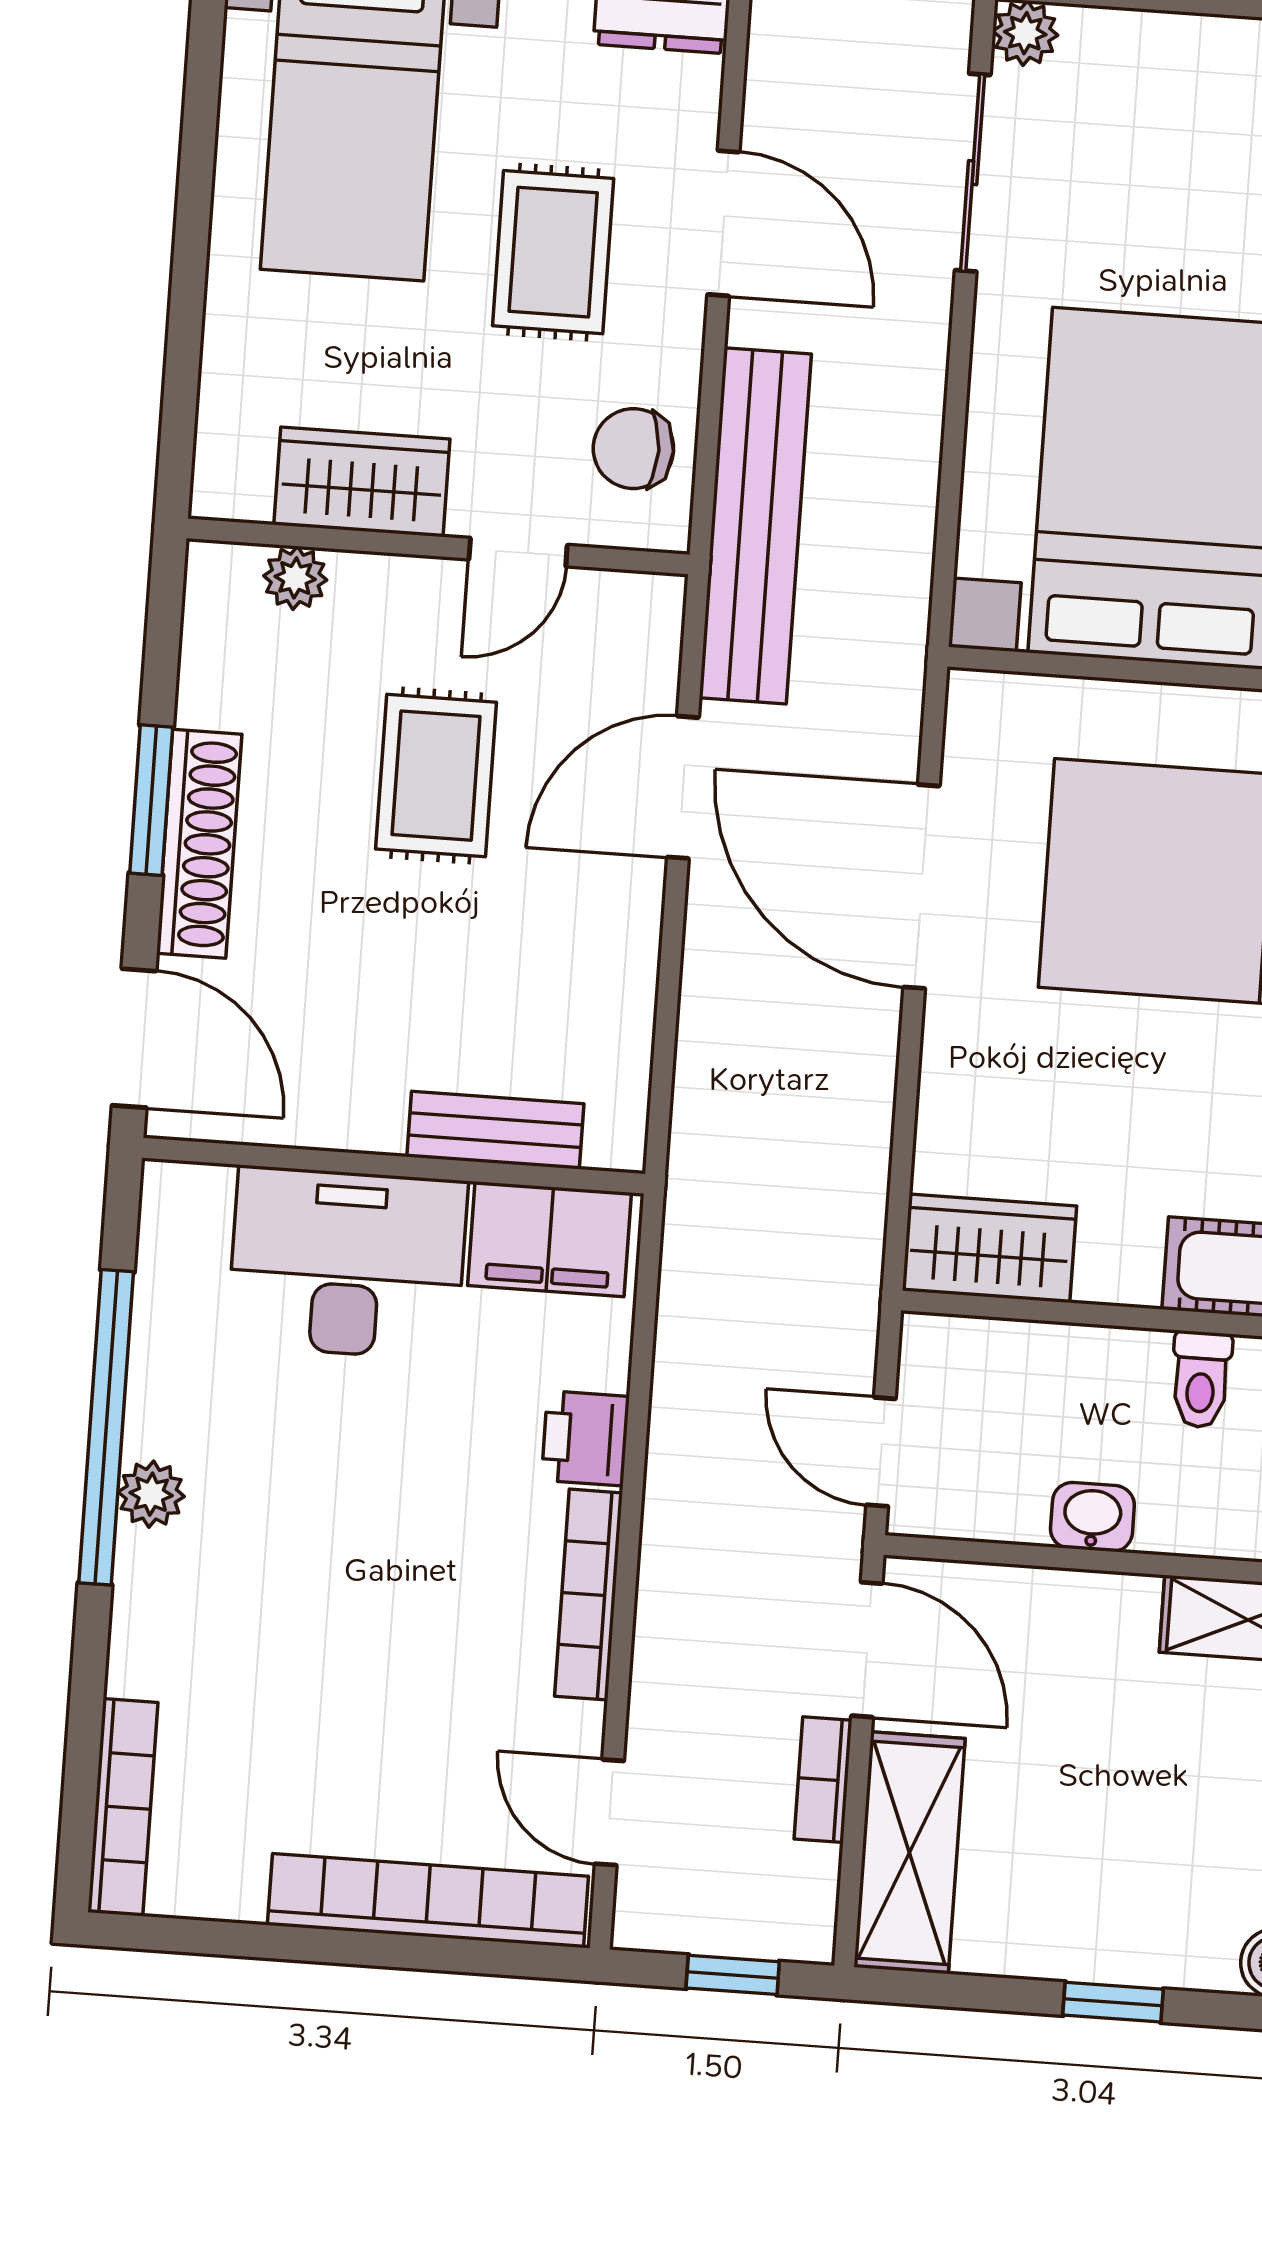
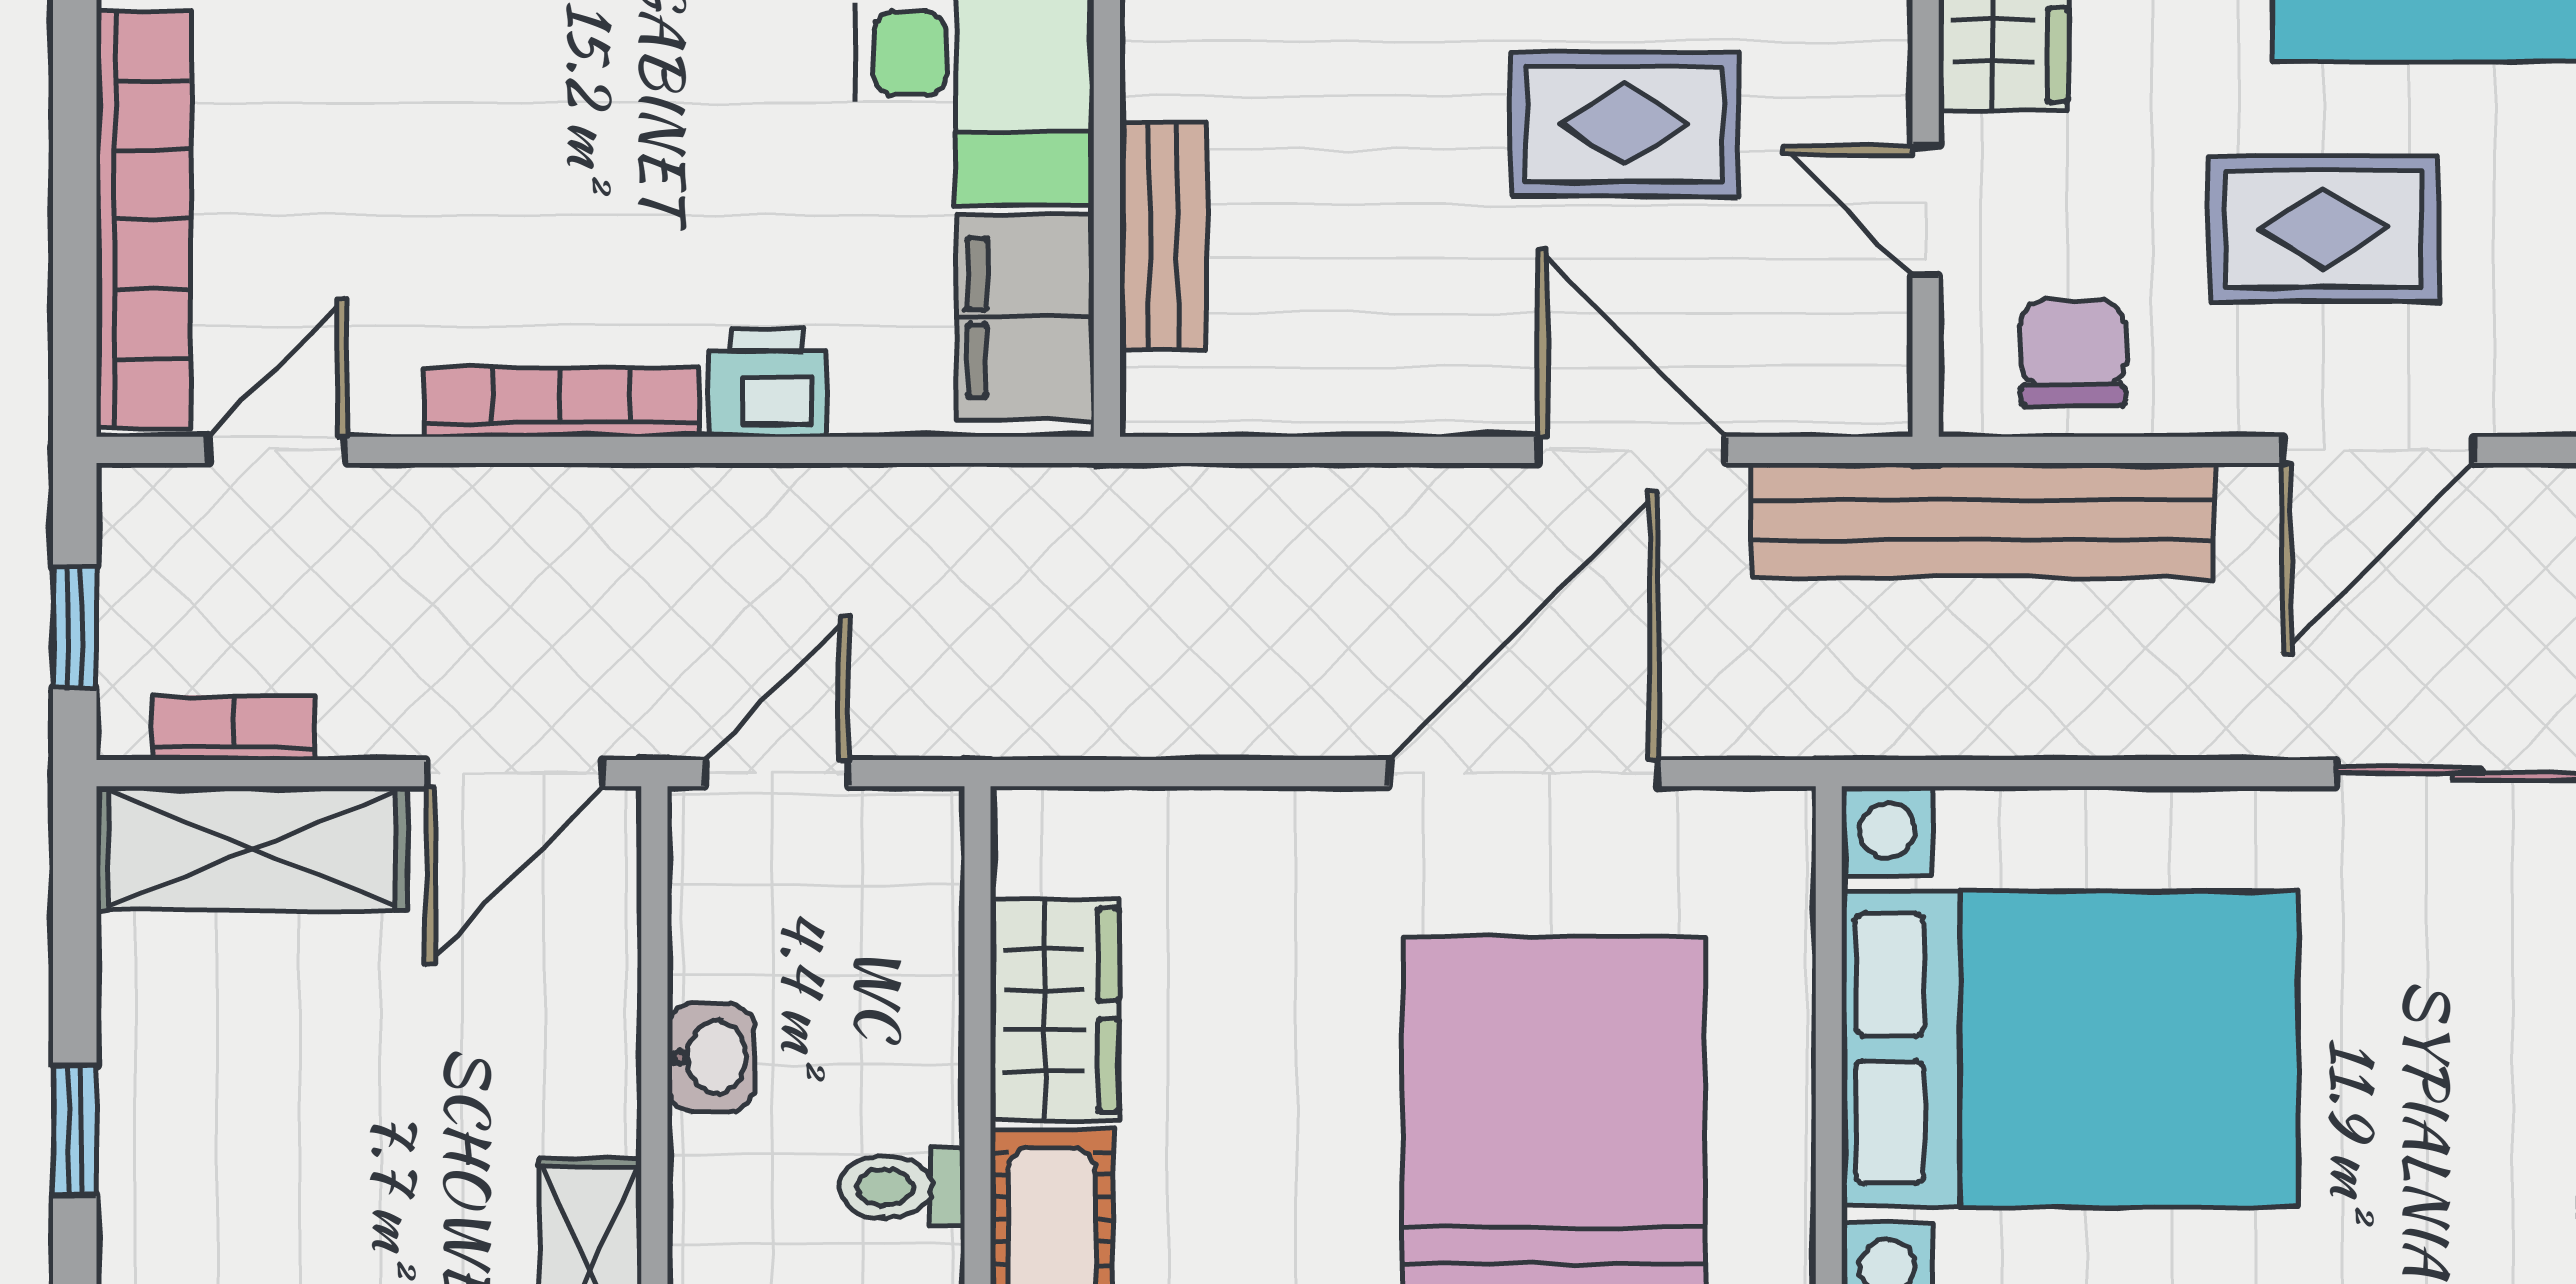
wardrobe: (989, 1248) -> (1055, 1010), moved
bookcase: (823, 1780) -> (233, 728), moved

